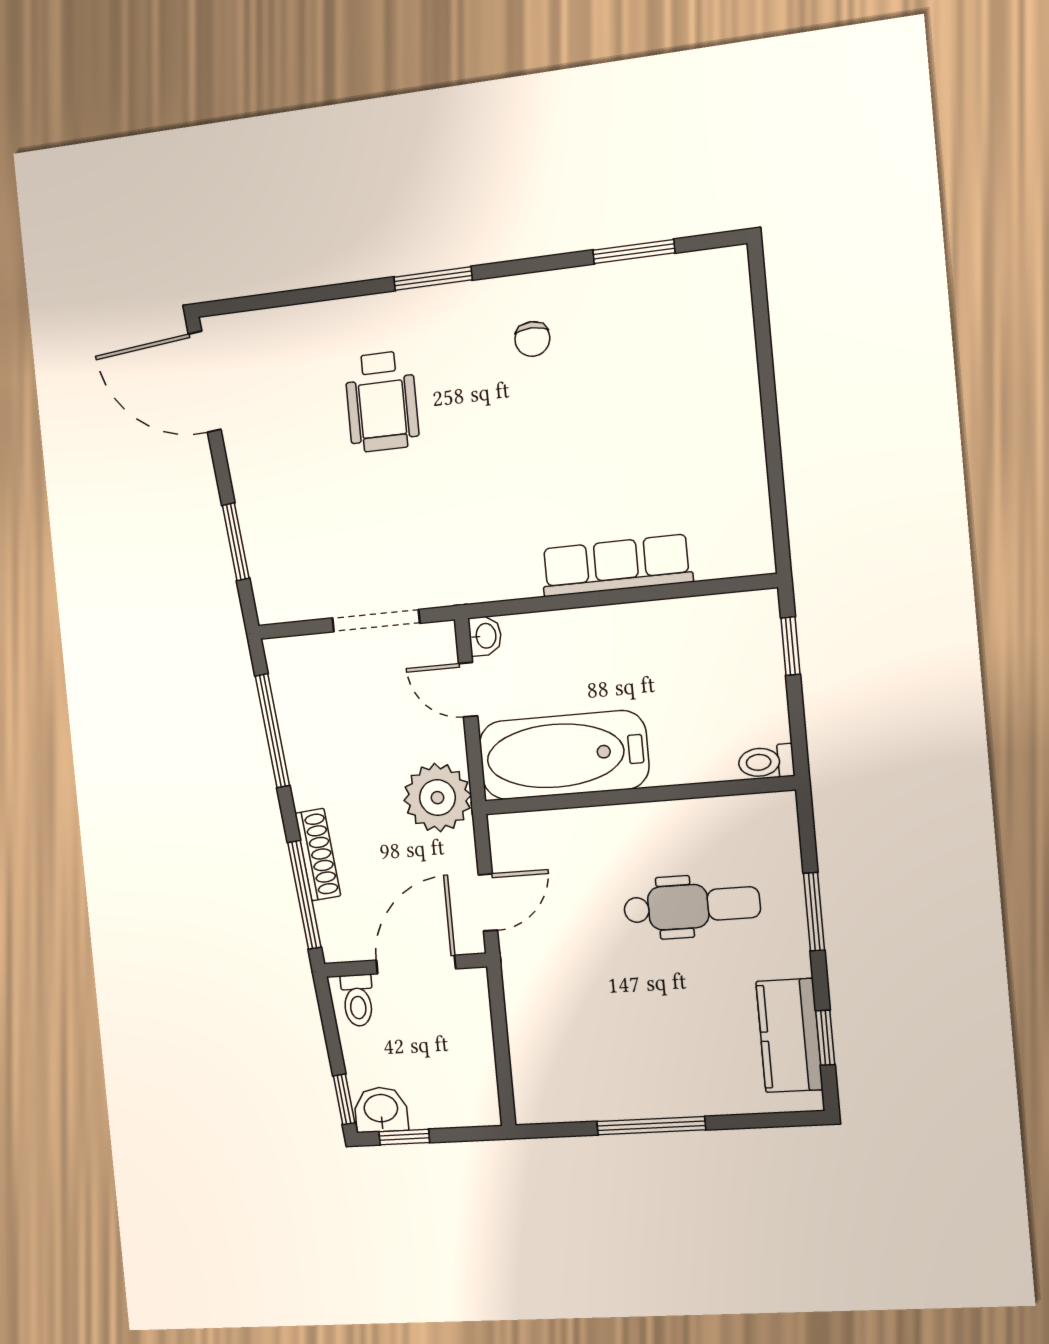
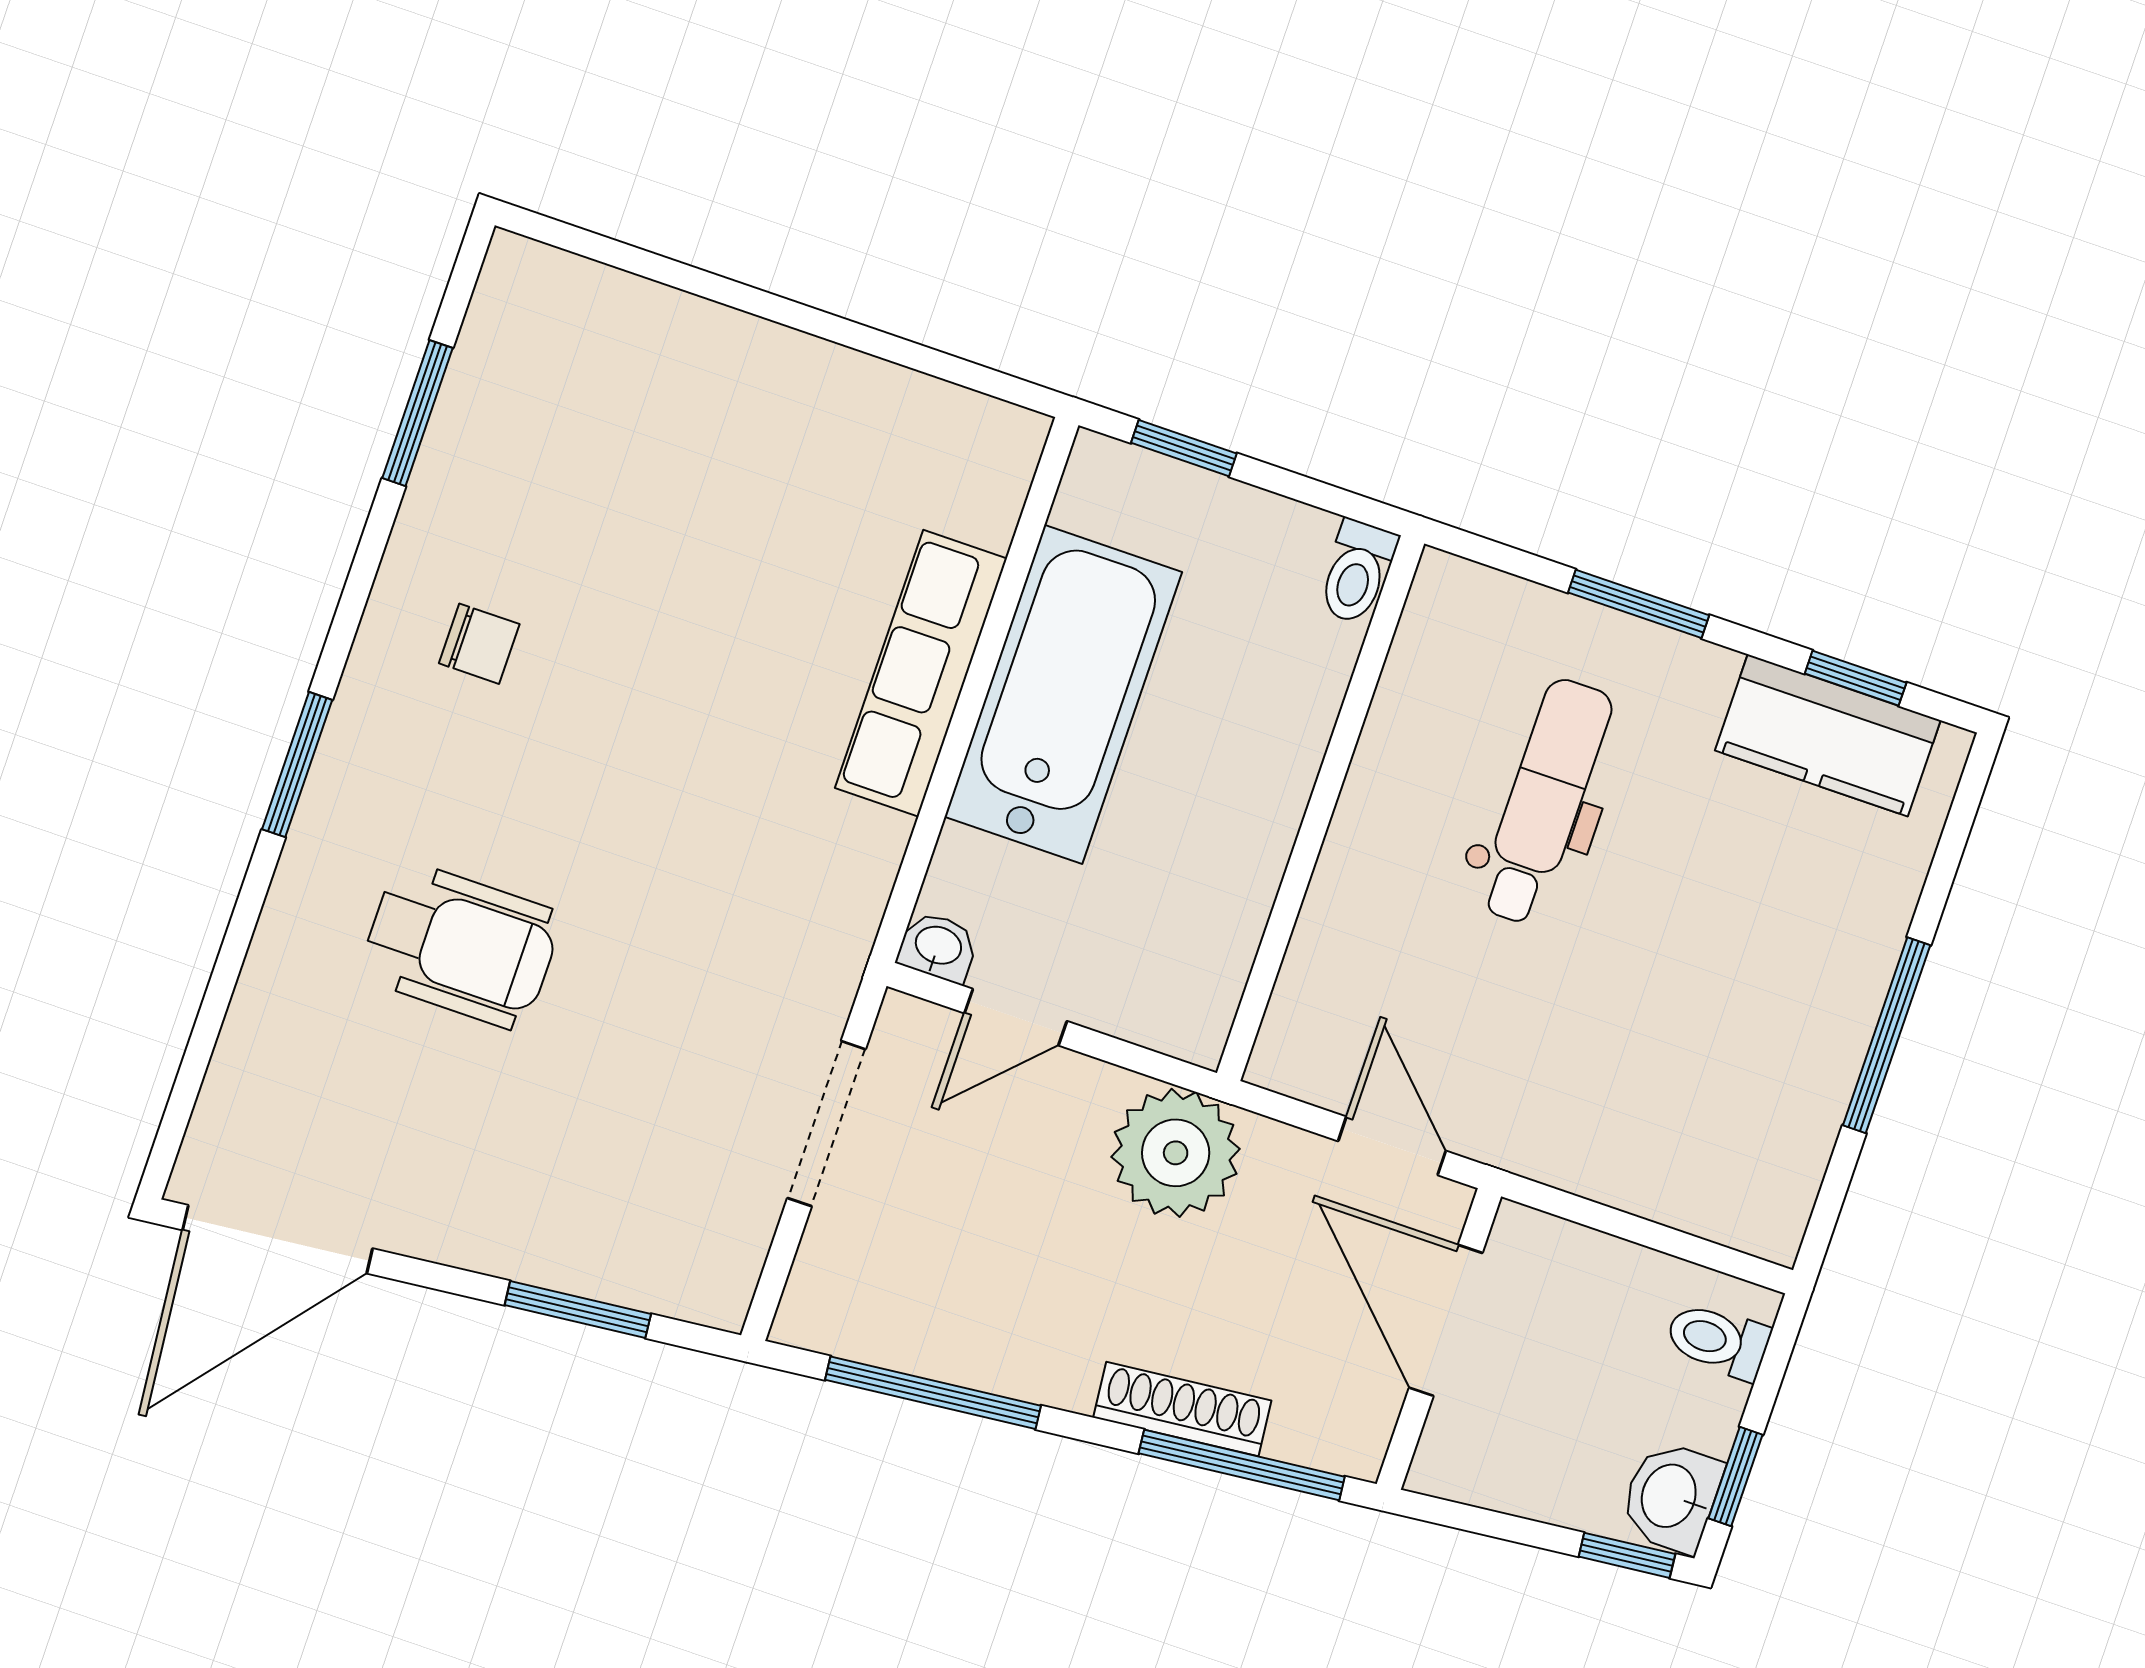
bathtub: (564, 755) -> (1063, 694), moved, turned 180
toilet: (358, 1000) -> (1718, 1341), moved, turned 180

